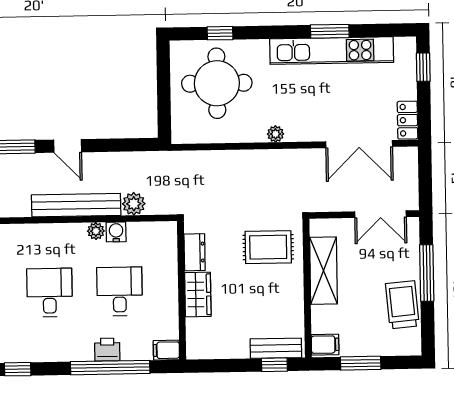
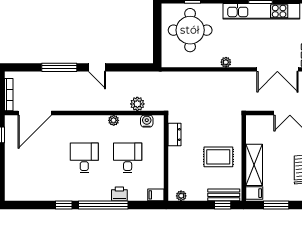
bench: (76, 205) -> (102, 104), removed
water cooler: (116, 232) -> (147, 121), moved
rug: (268, 247) -> (218, 157), moved
shelving: (323, 271) -> (254, 165), moved
wardrobe: (198, 294) -> (176, 161), removed
plant: (207, 351) -> (181, 196), added
window: (110, 368) -> (103, 205), moved

